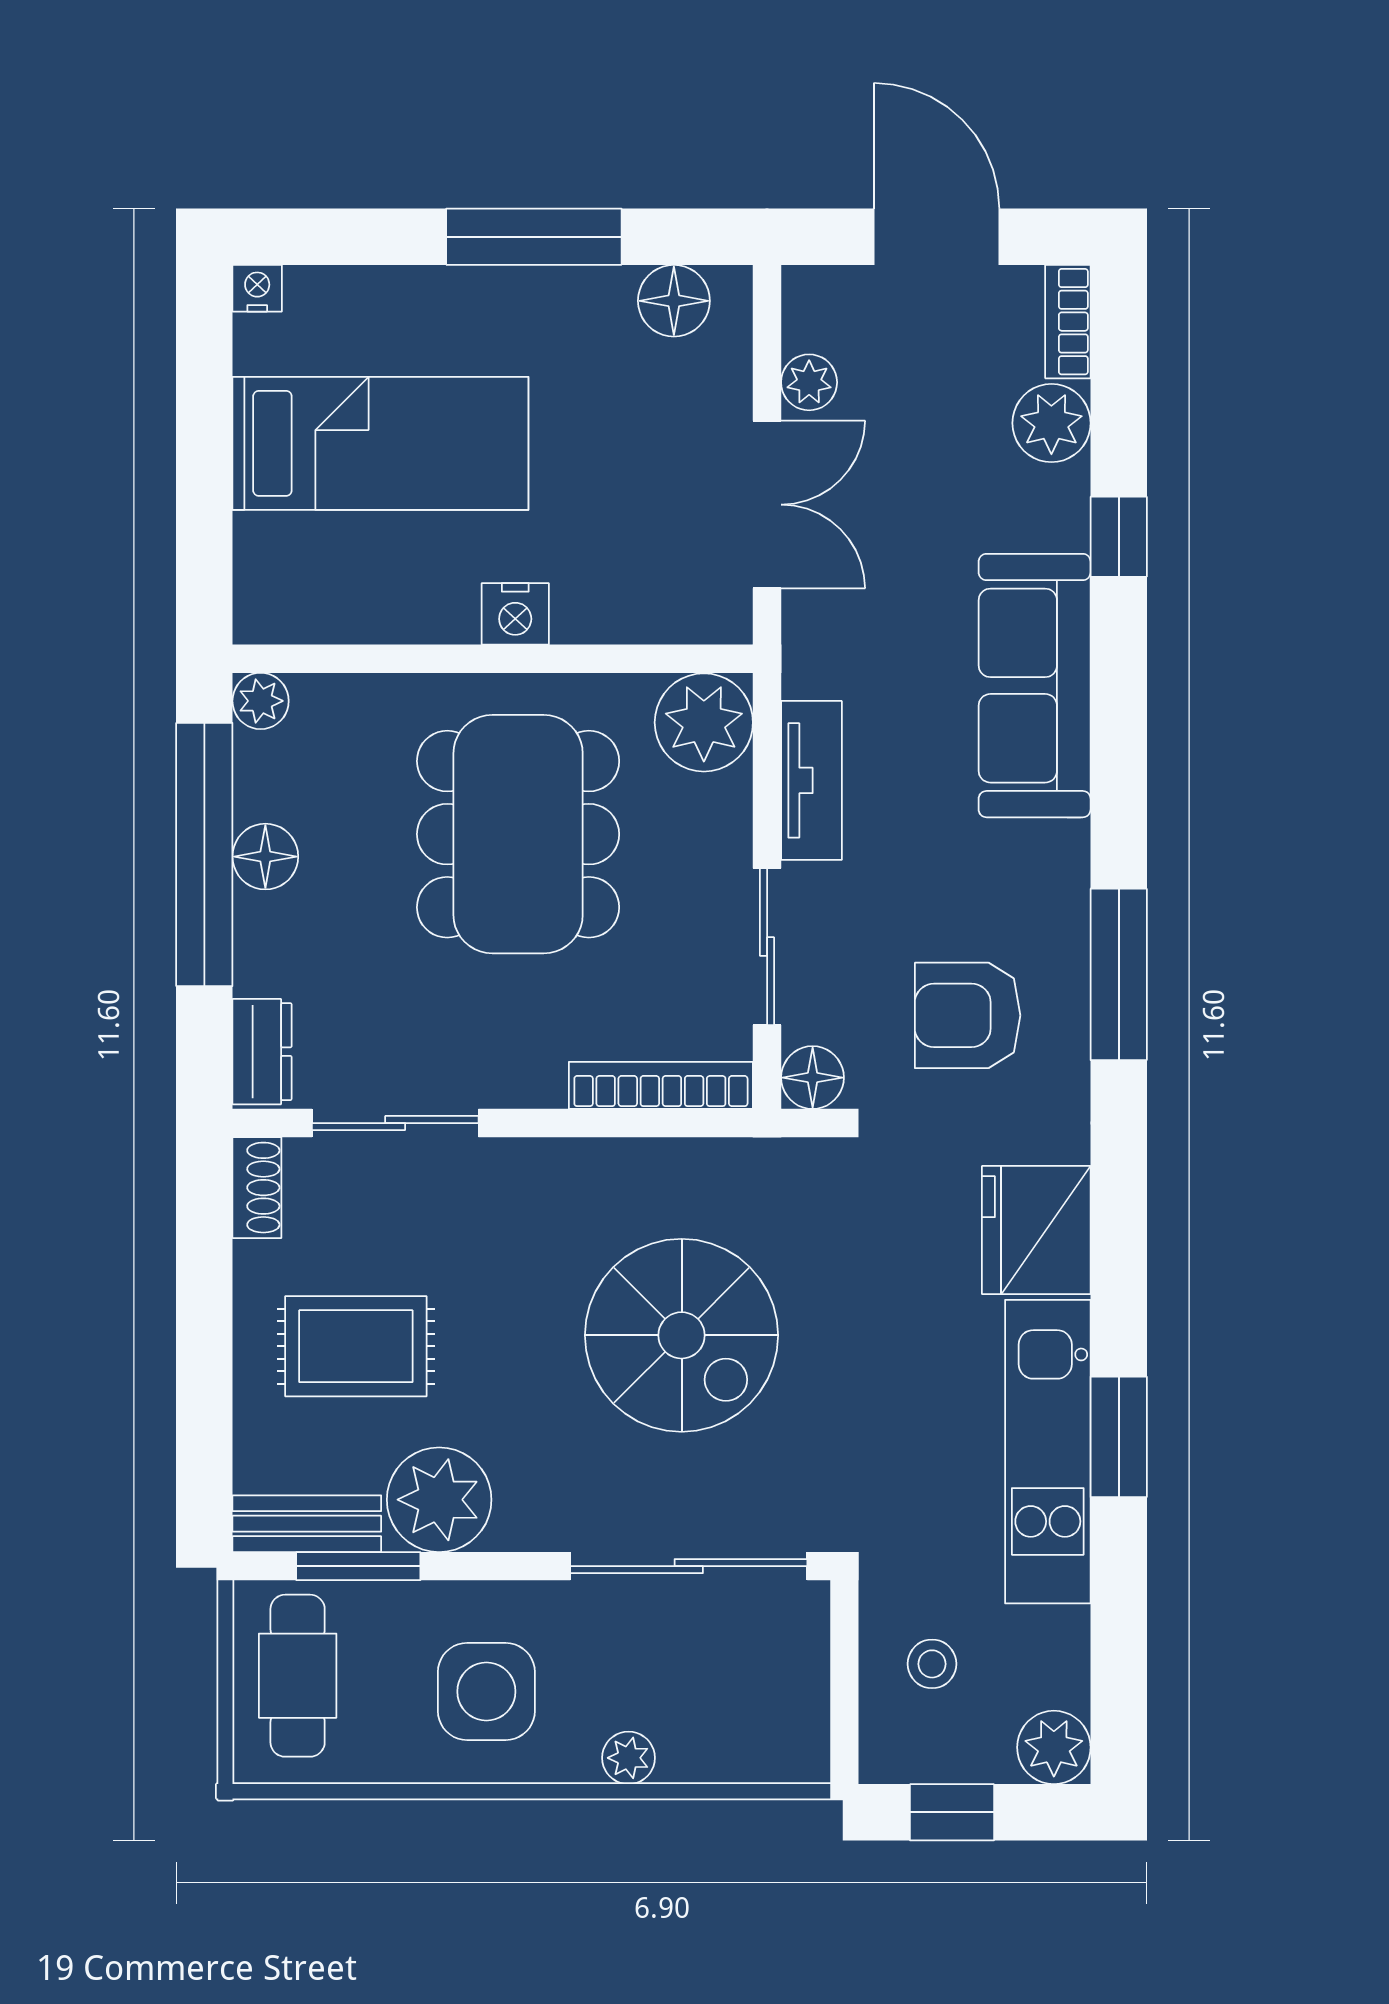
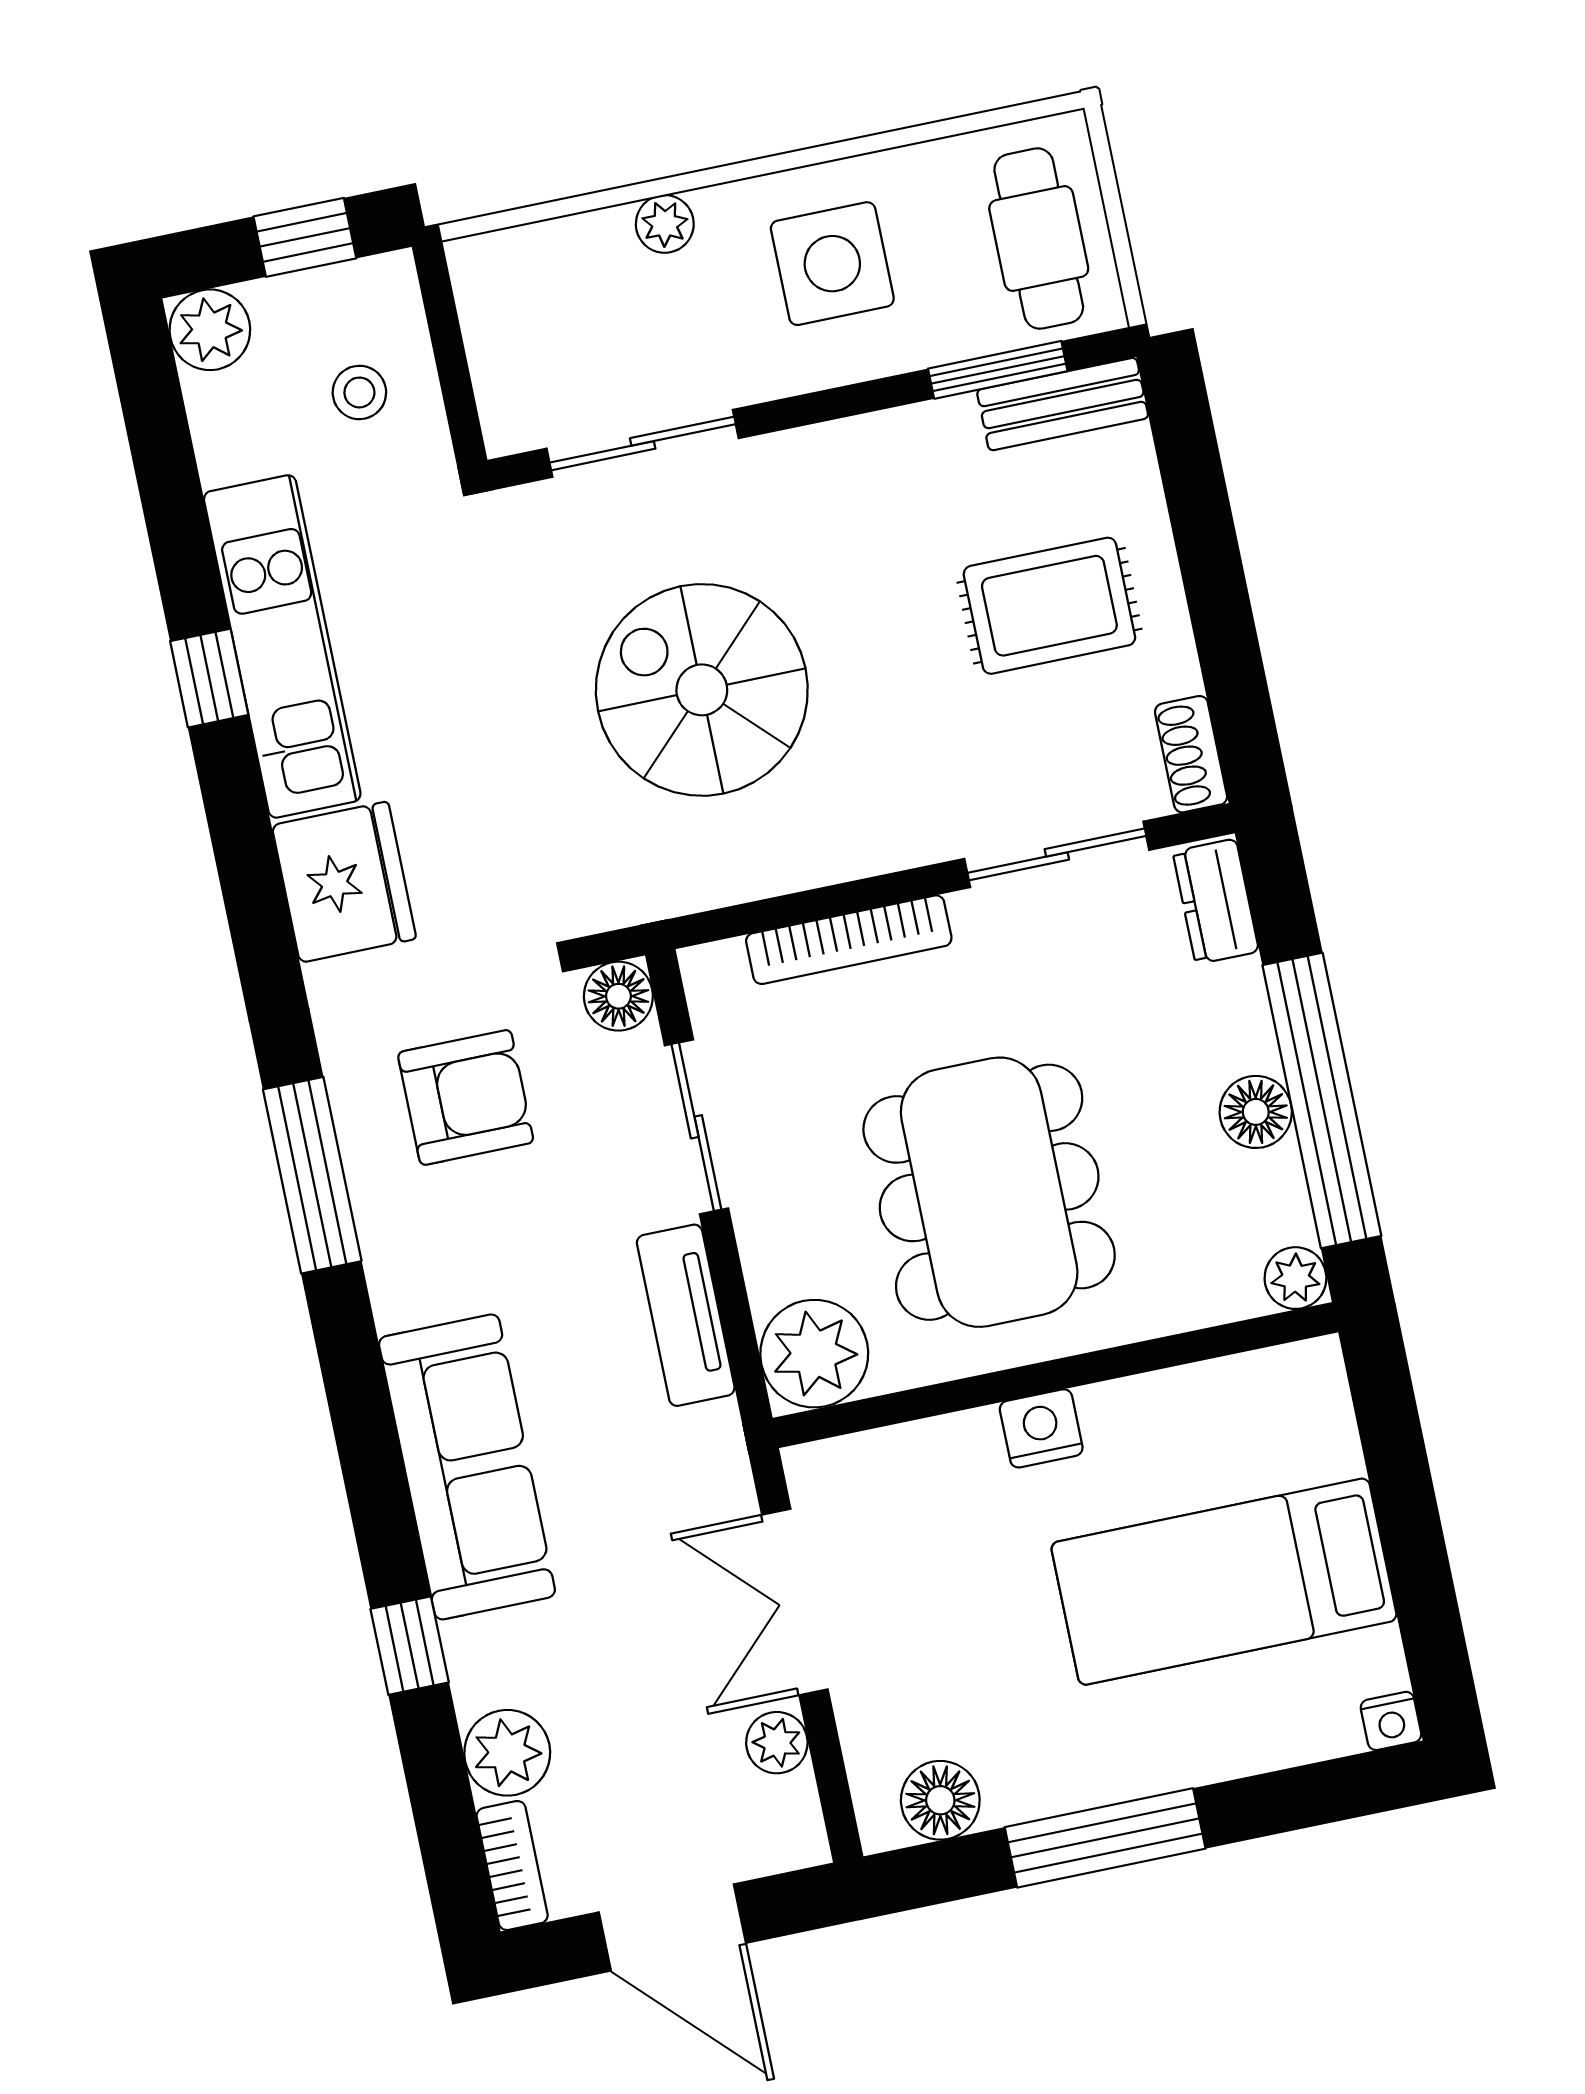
bookcase: (661, 1085) -> (849, 940), moved
window: (1119, 1437) -> (209, 678), width x0.67
plant: (439, 1500) -> (926, 459), removed
sliding door: (689, 1566) -> (643, 443), width x0.73

